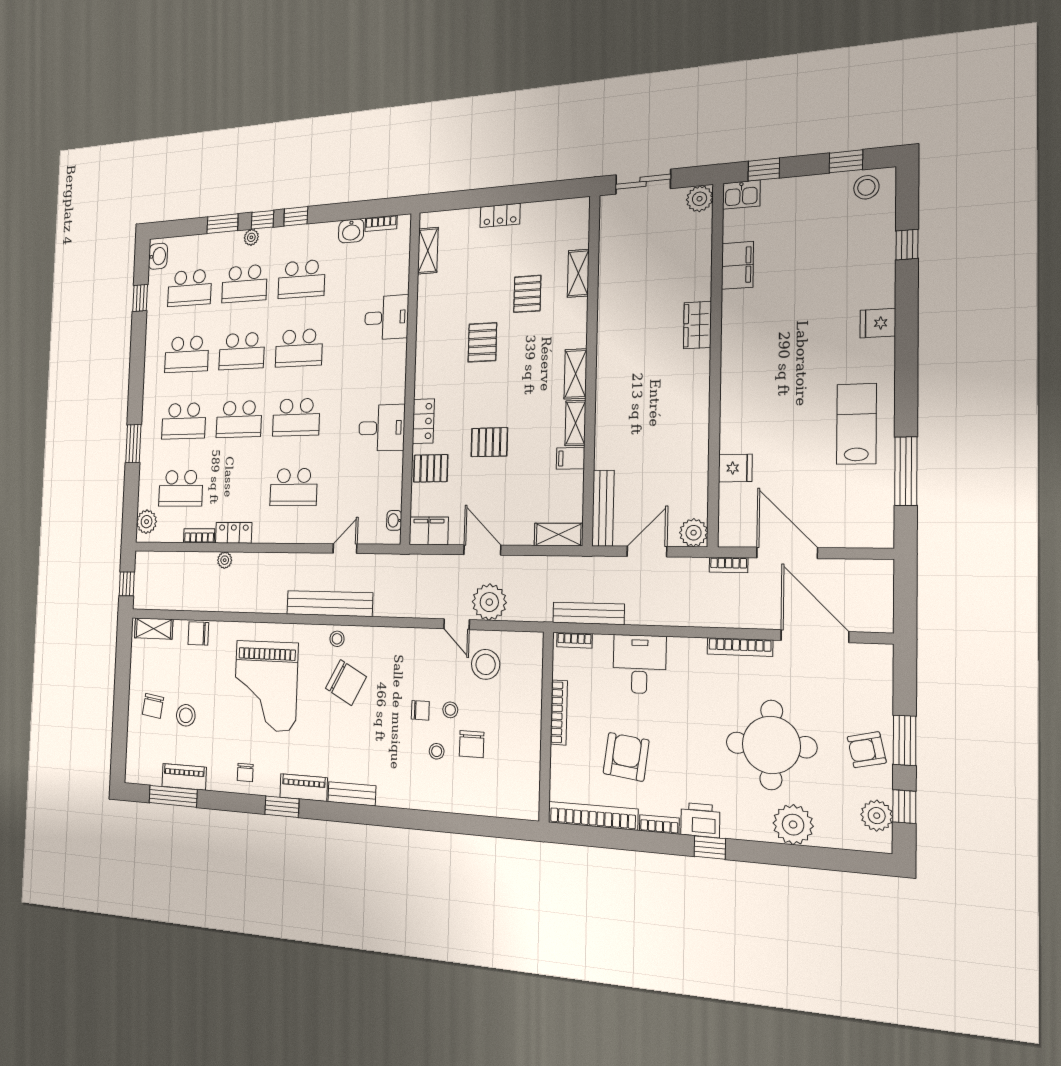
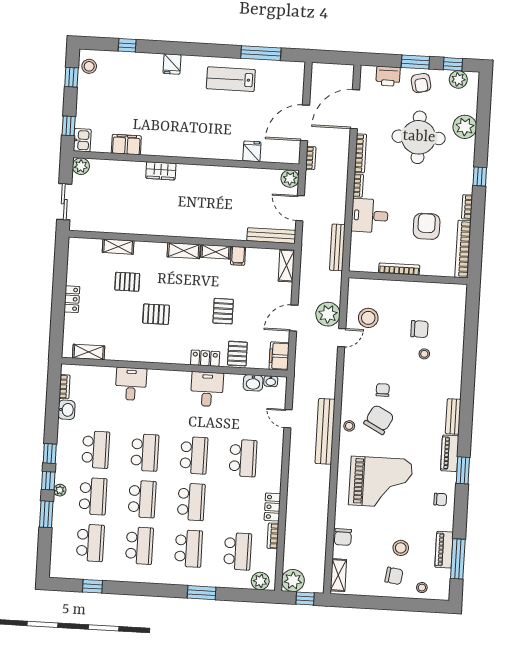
washbasin: (158, 256) -> (253, 383), moved, turned 180
plant: (225, 560) -> (293, 580), moved, width x1.87, depth x1.87
bookcase: (574, 640) -> (358, 186), moved
chair: (420, 710) -> (383, 390), moved
stool: (450, 710) -> (422, 588), moved
armchair: (626, 757) -> (427, 226), turned 83
printer: (700, 820) -> (388, 76), moved, turned -90

